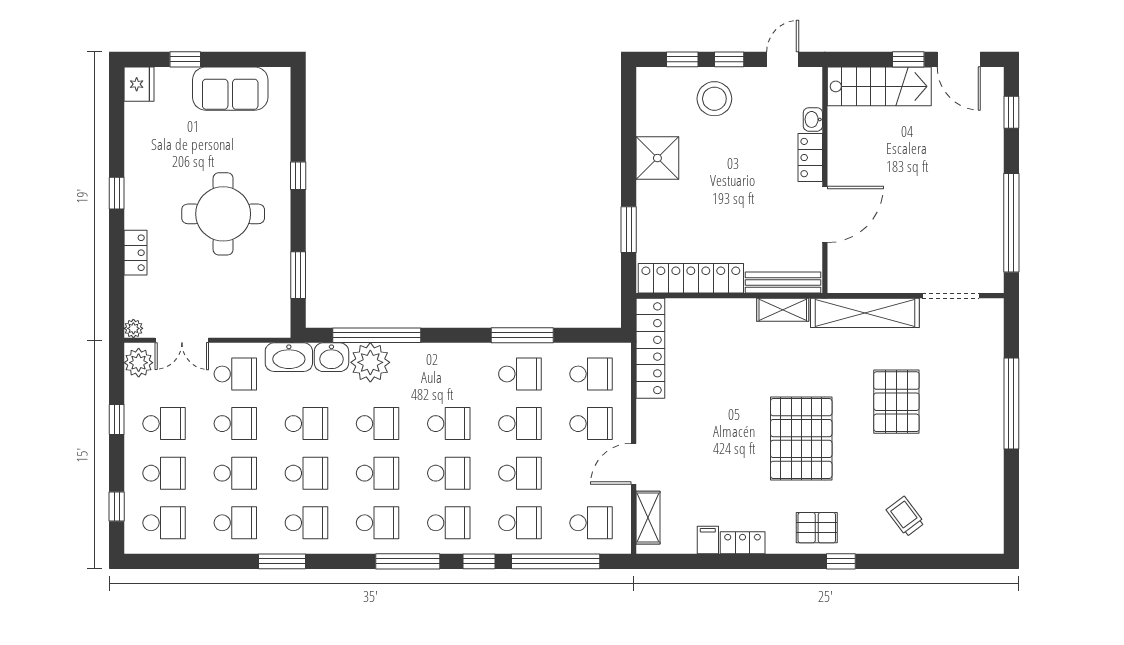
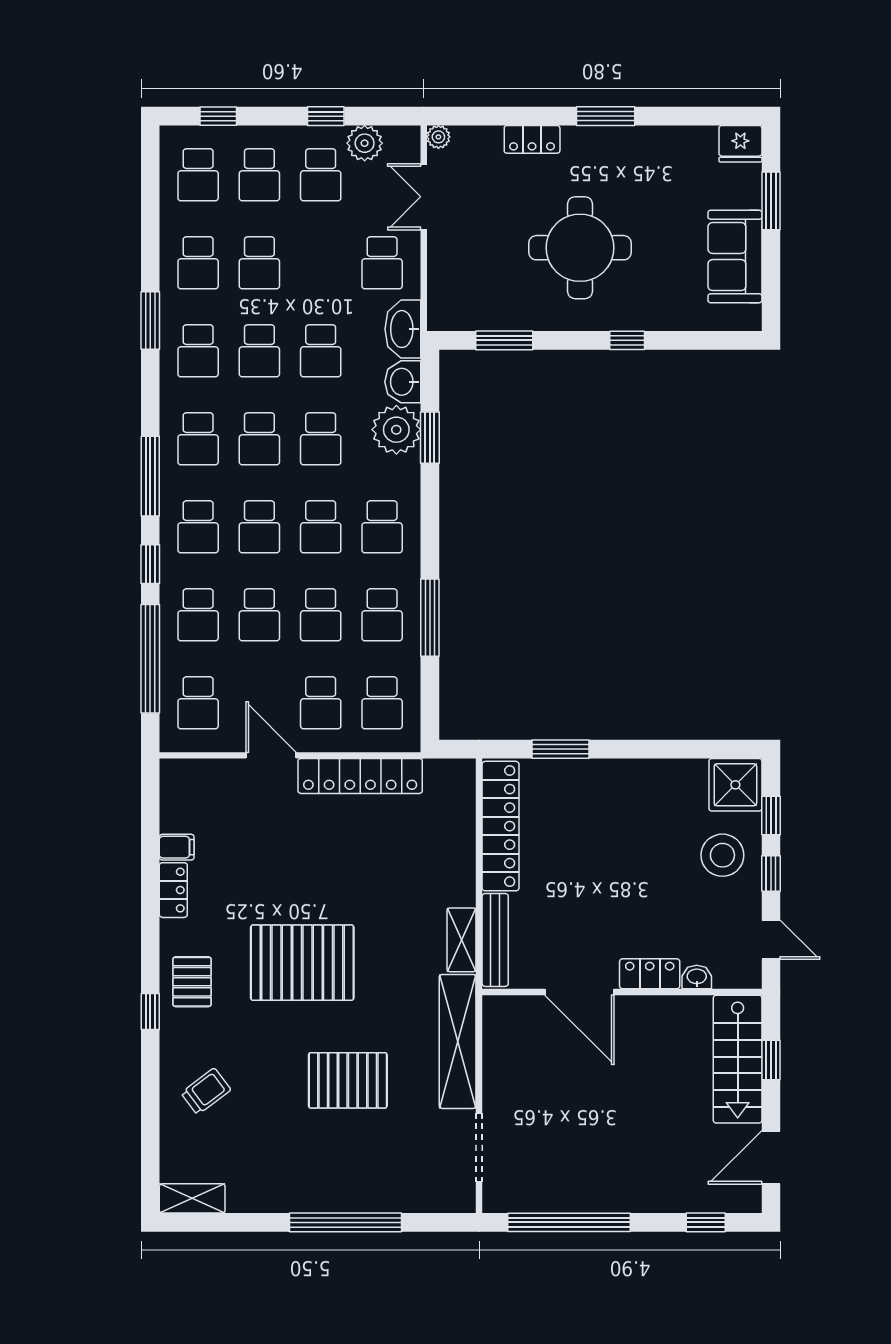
window: (185, 59) -> (771, 201), width x1.50
window: (908, 59) -> (771, 1060), moved
shower: (657, 158) -> (735, 785), moved
window: (117, 193) -> (606, 116), width x1.50
window: (377, 335) -> (430, 438), width x0.47
locker: (650, 348) -> (360, 776), moved
plant: (139, 363) -> (365, 143), moved
school desk: (235, 424) -> (382, 527), moved
shelving: (648, 518) -> (192, 1198), moved

